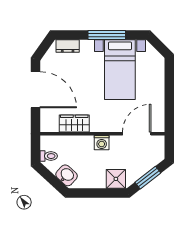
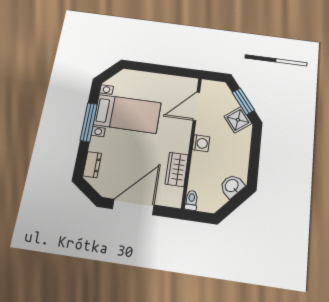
door: (137, 134) -> (196, 106), hinge flipped
toilet: (49, 156) -> (191, 200), moved
shower: (116, 179) -> (238, 120), moved, turned -38

